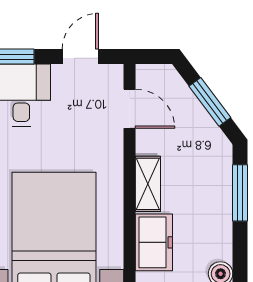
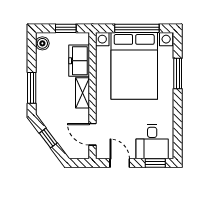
door: (80, 57) -> (120, 163), swing flipped
window: (210, 102) -> (48, 138), width x0.67

